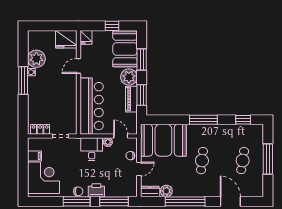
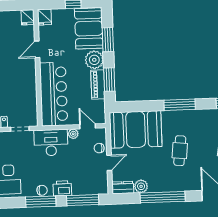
fridge: (66, 39) -> (28, 17), width x0.53, depth x0.75
desk: (92, 149) -> (51, 143), width x1.37

